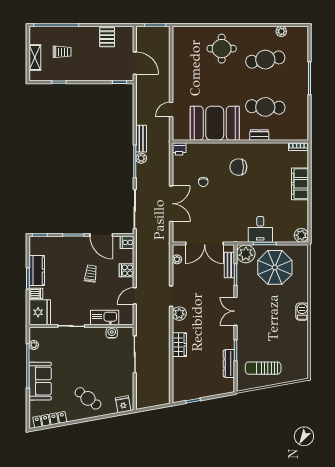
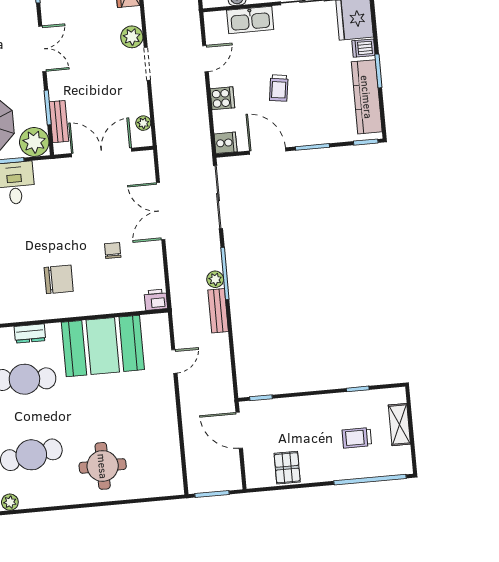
kitchen counter: (37, 271) -> (367, 97), width x1.50

